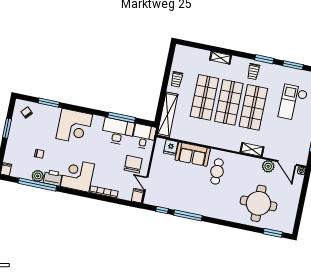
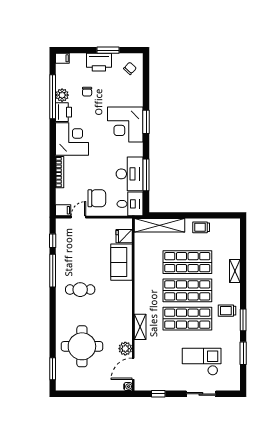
window: (49, 103) -> (146, 122), moved
printer: (16, 138) -> (99, 62), added
cafe table: (217, 171) -> (80, 290), moved

